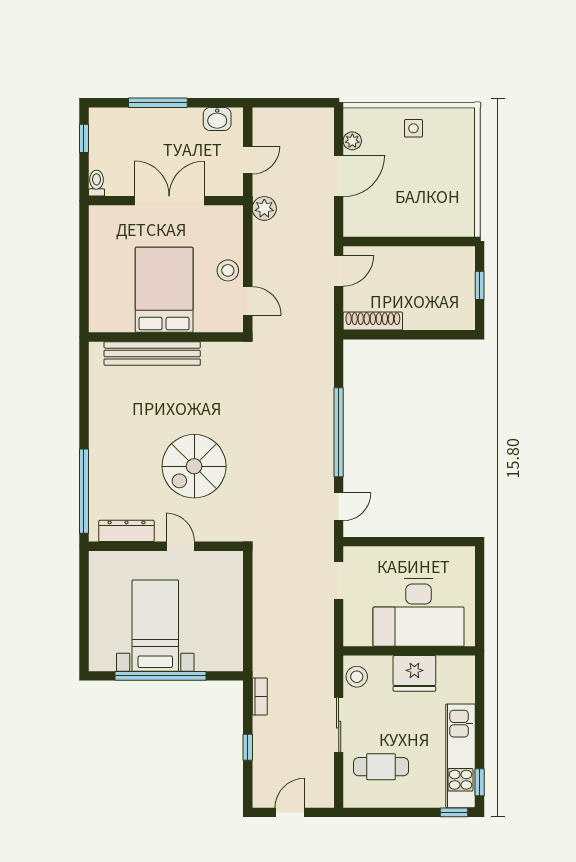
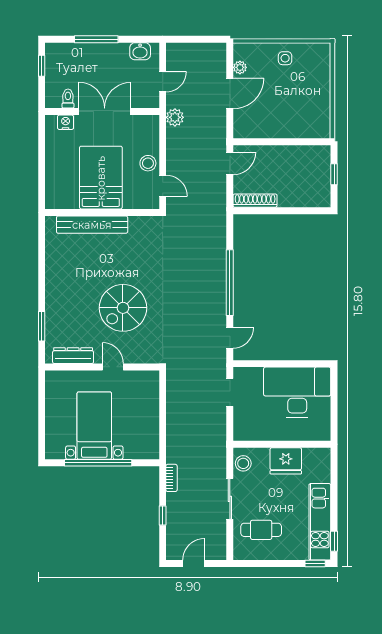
toilet: (97, 183) -> (68, 99), moved
nightstand: (116, 215) -> (66, 122), added
window: (84, 491) -> (42, 326), width x0.47
desk: (419, 612) -> (297, 392), moved, turned 180

